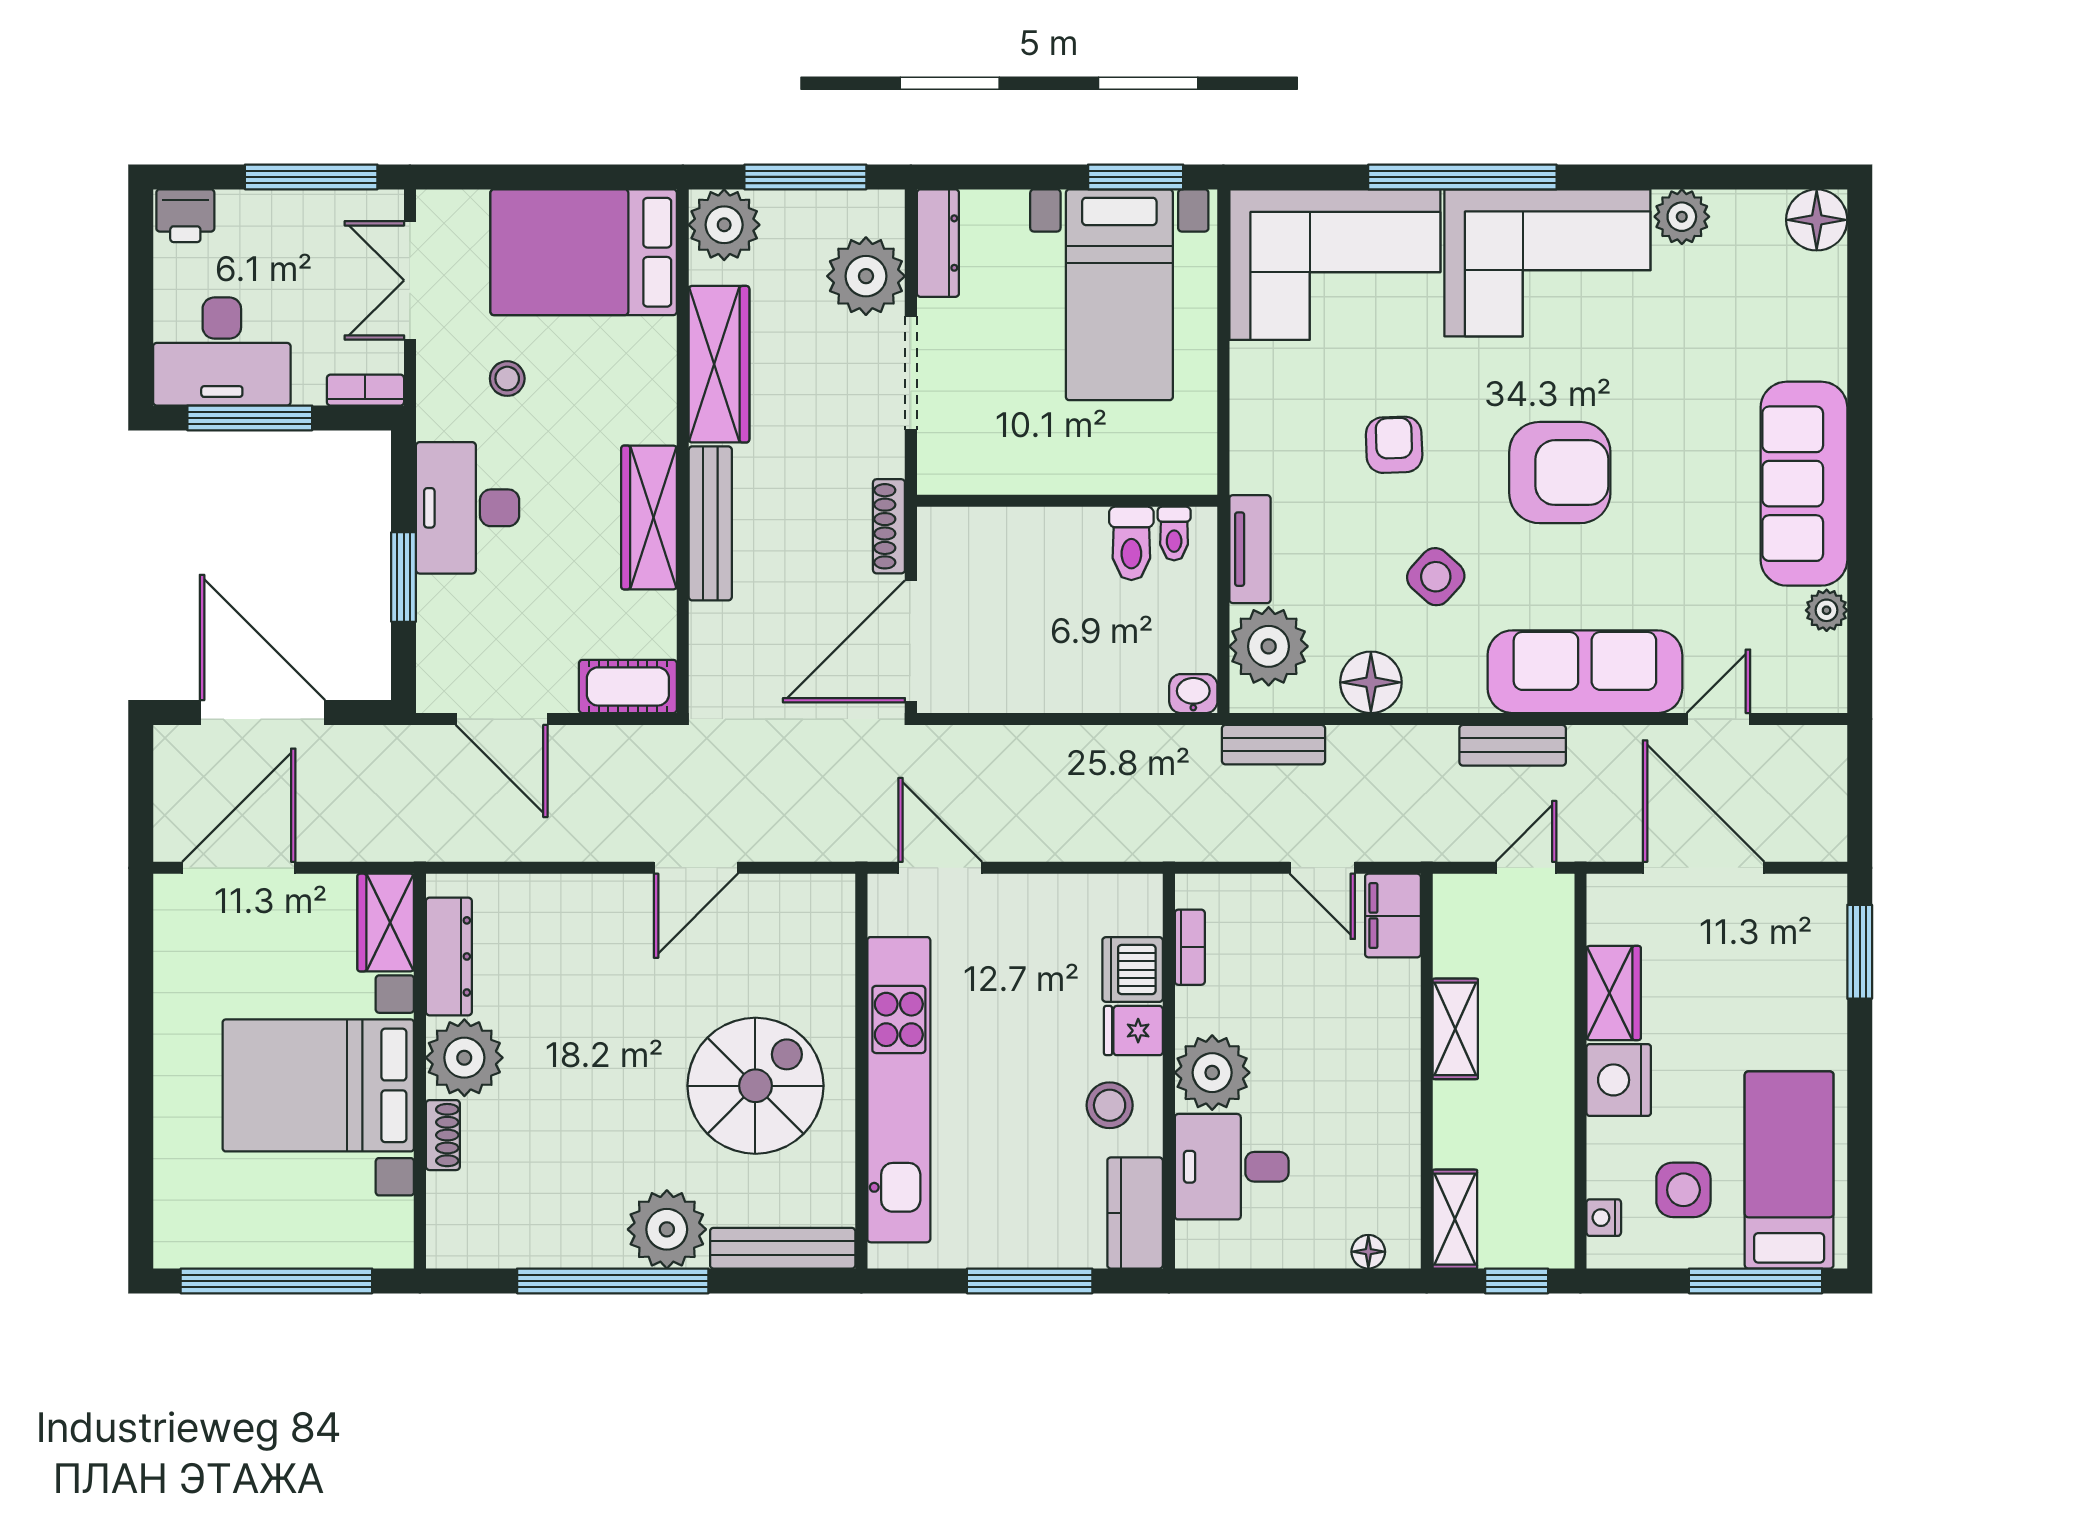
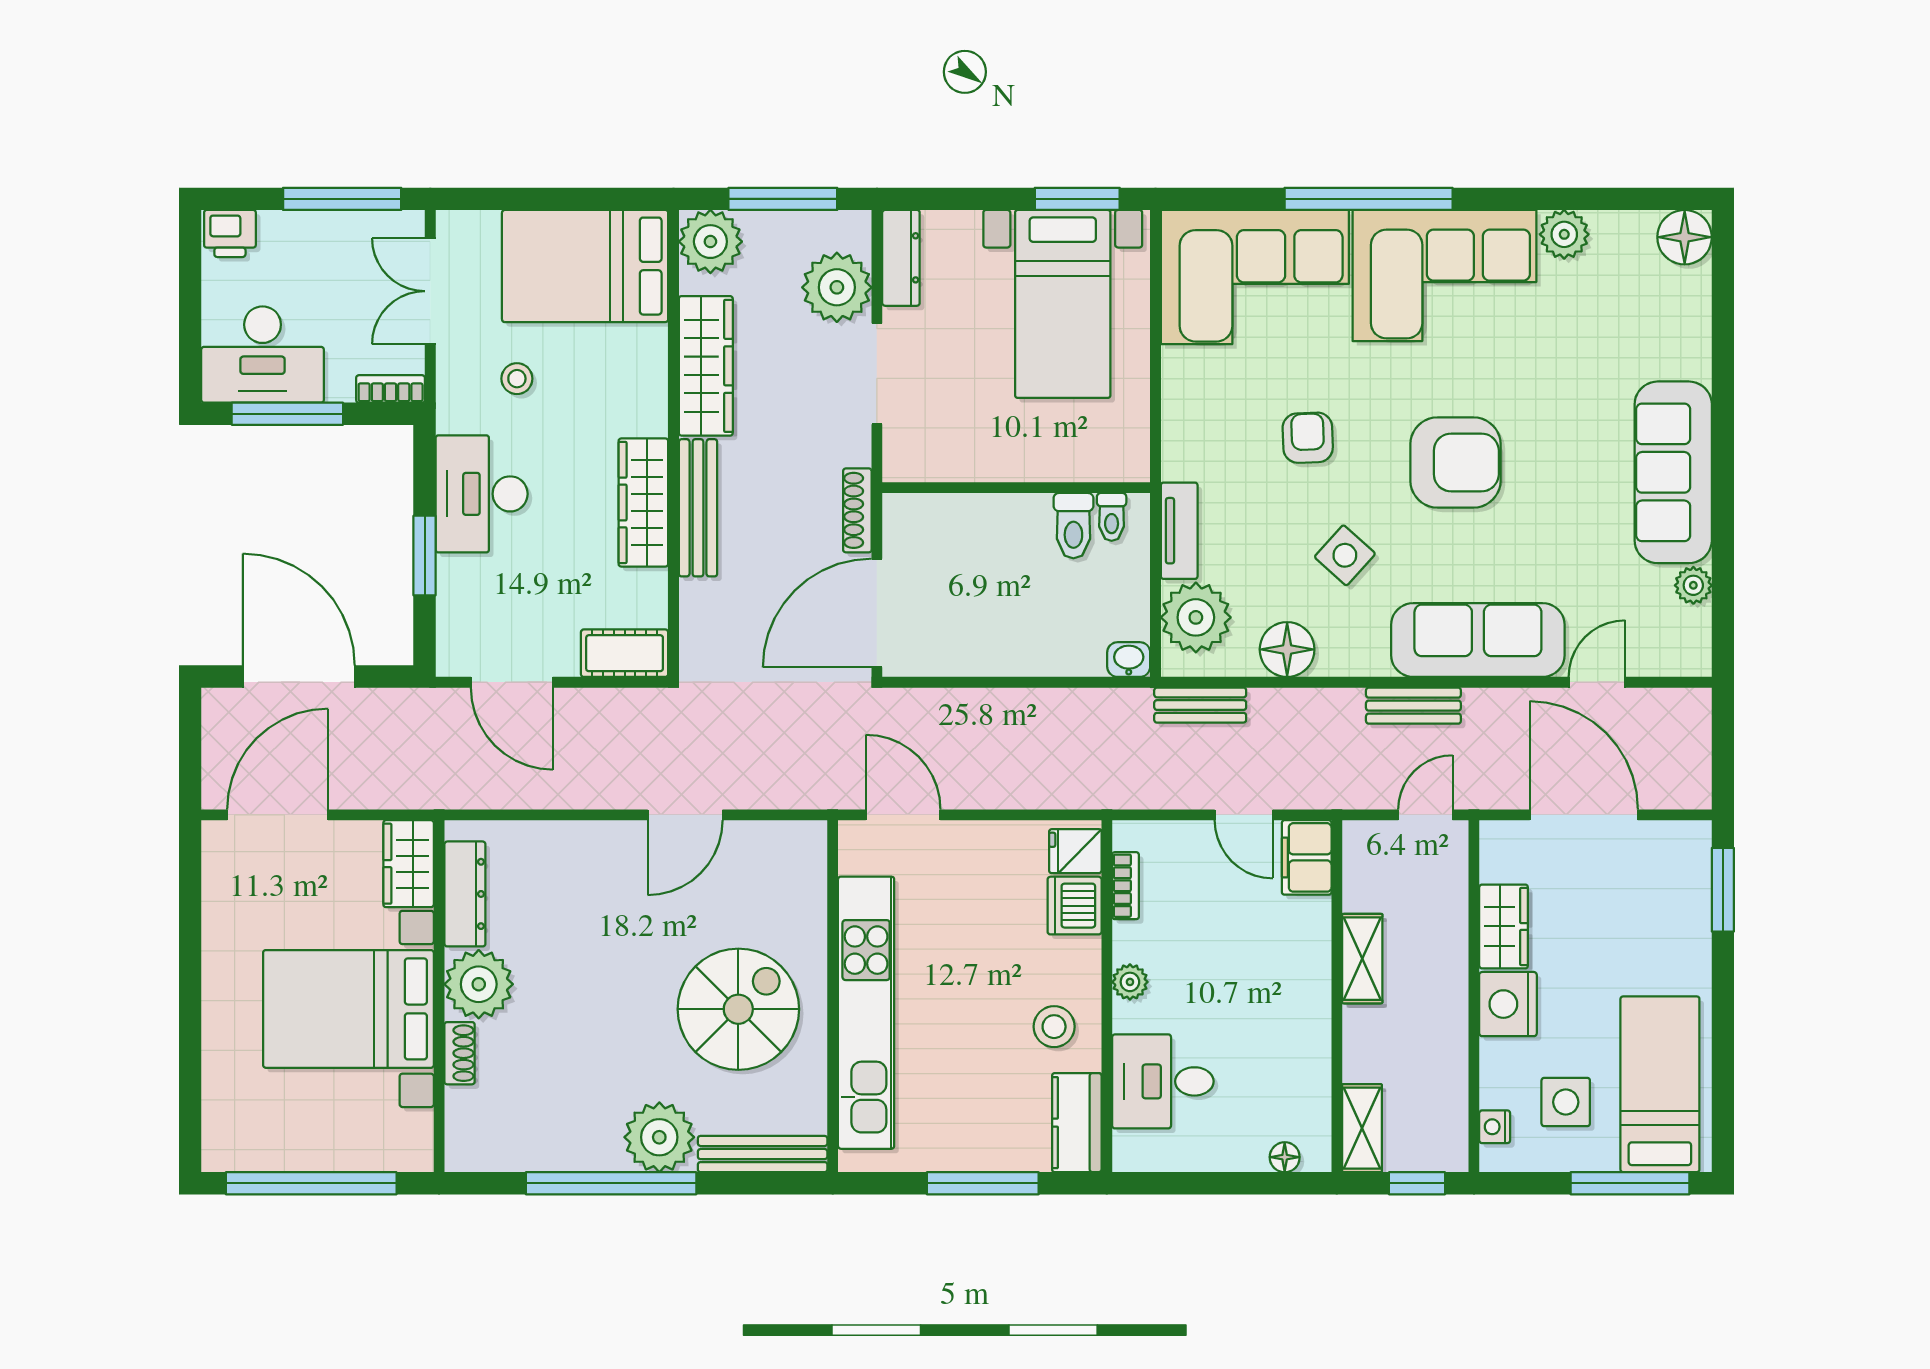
fridge: (1133, 1031) -> (1075, 851), moved
plant: (1212, 1073) -> (1130, 982), width x0.53, depth x0.53

